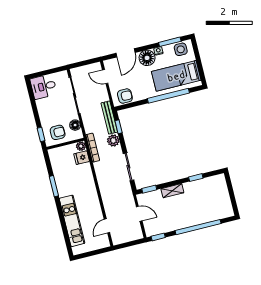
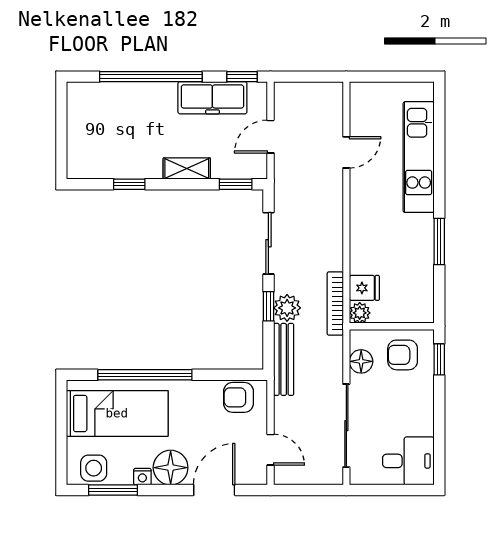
window: (119, 127) -> (268, 306), moved
door: (139, 214) -> (271, 137), hinge flipped
freezer: (169, 224) -> (212, 98), added
door: (107, 226) -> (346, 152), moved

